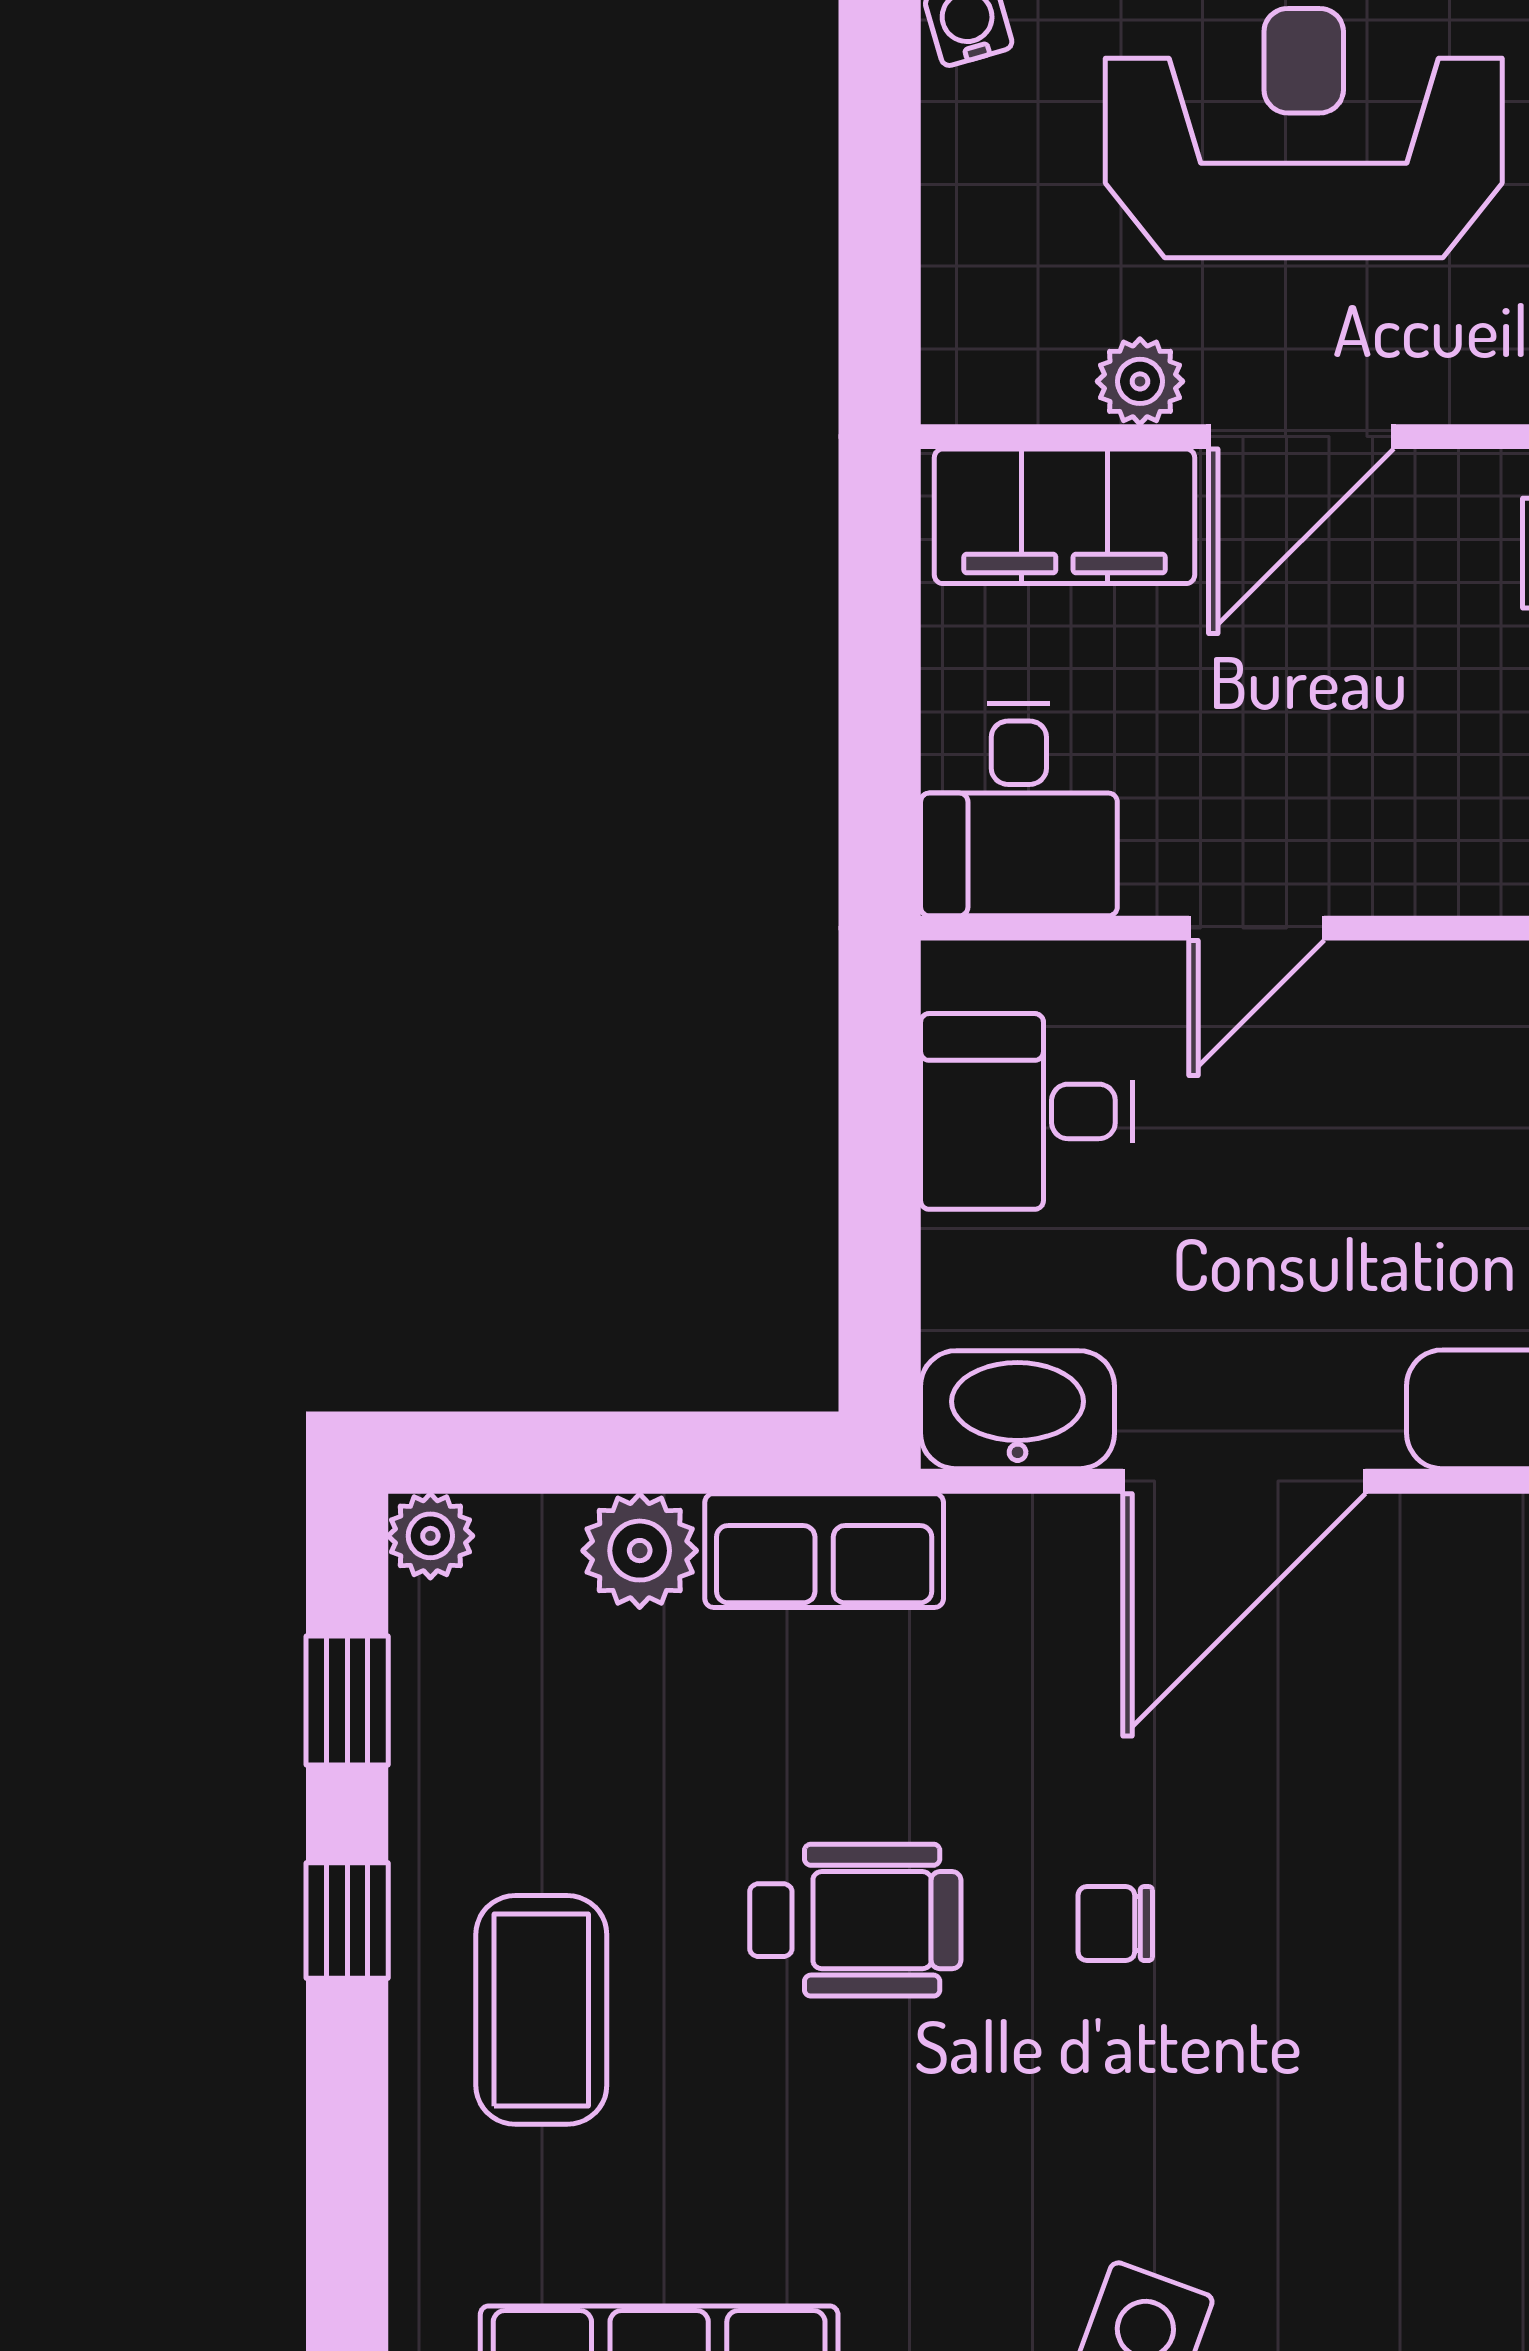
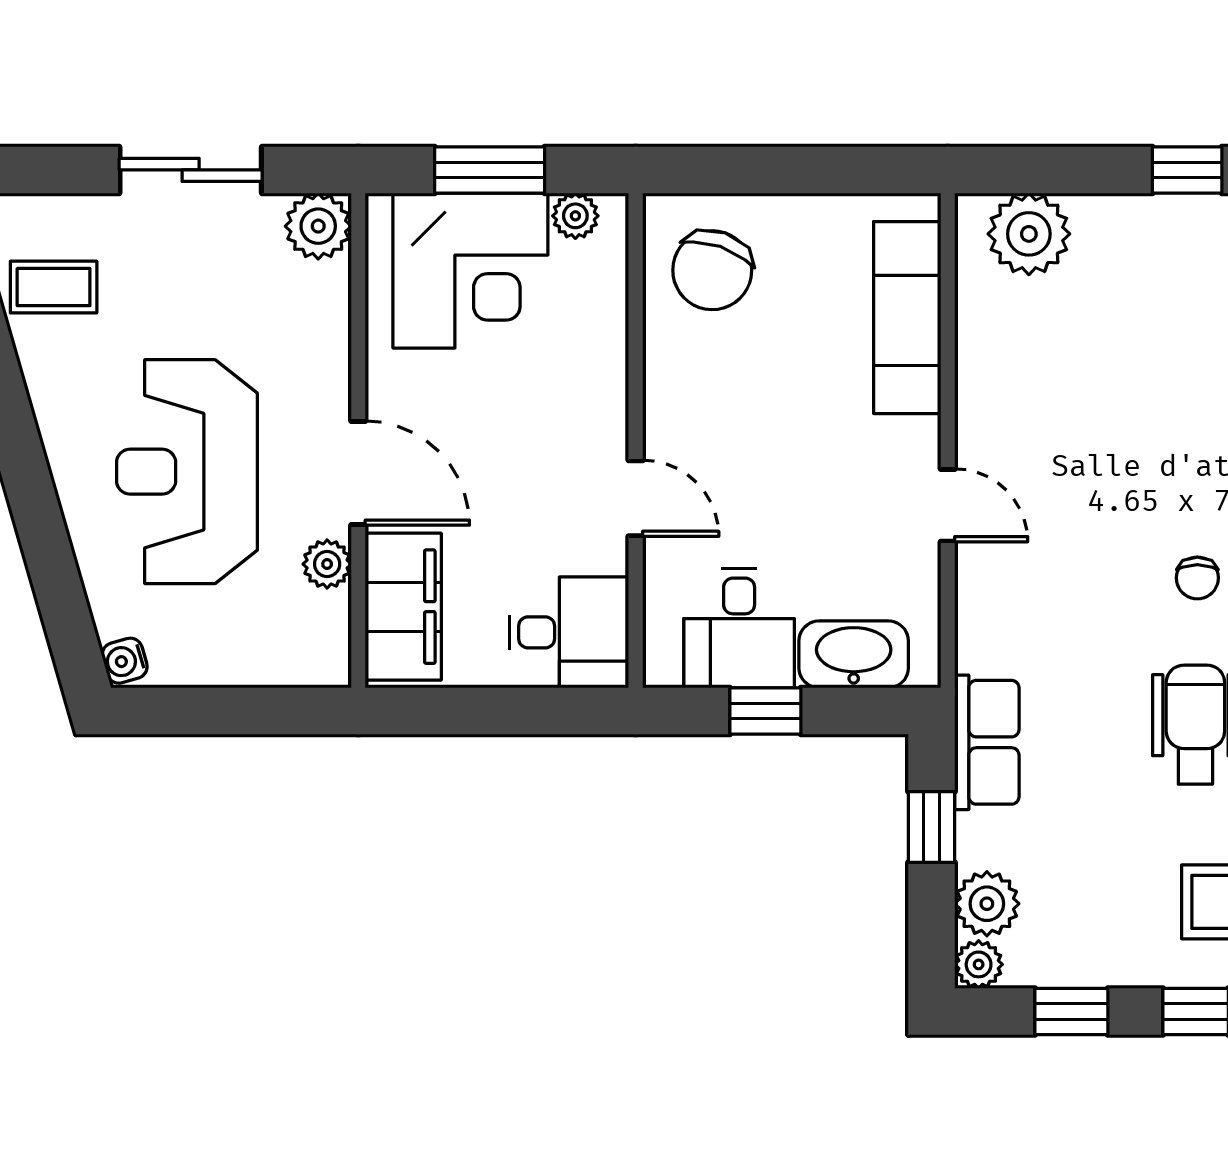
window: (880, 1158) -> (765, 711), added
washbasin: (1018, 1410) -> (854, 654), moved, turned 90
window: (674, 1453) -> (932, 827), added
door: (1244, 1481) -> (948, 505), width x0.53
plant: (640, 1551) -> (987, 904), moved

